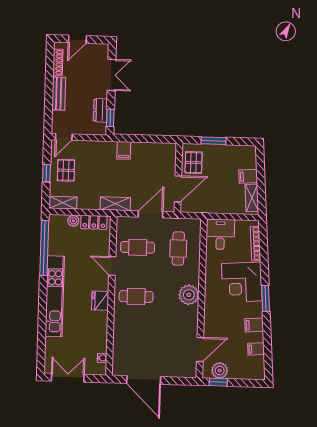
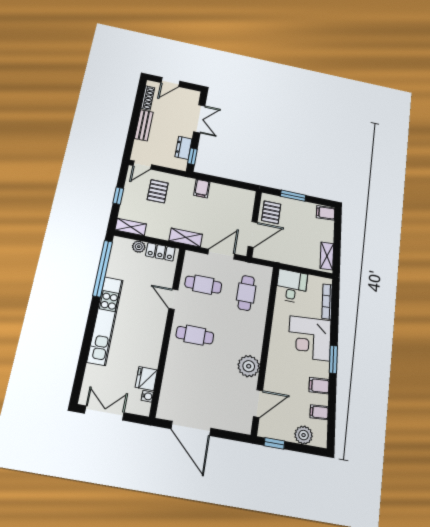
pallet: (66, 170) -> (158, 191), moved
filing cabinet: (248, 176) -> (326, 213), moved
plant: (189, 295) -> (249, 366), moved
fridge: (100, 301) -> (146, 379), moved
plant: (220, 371) -> (304, 435), moved

